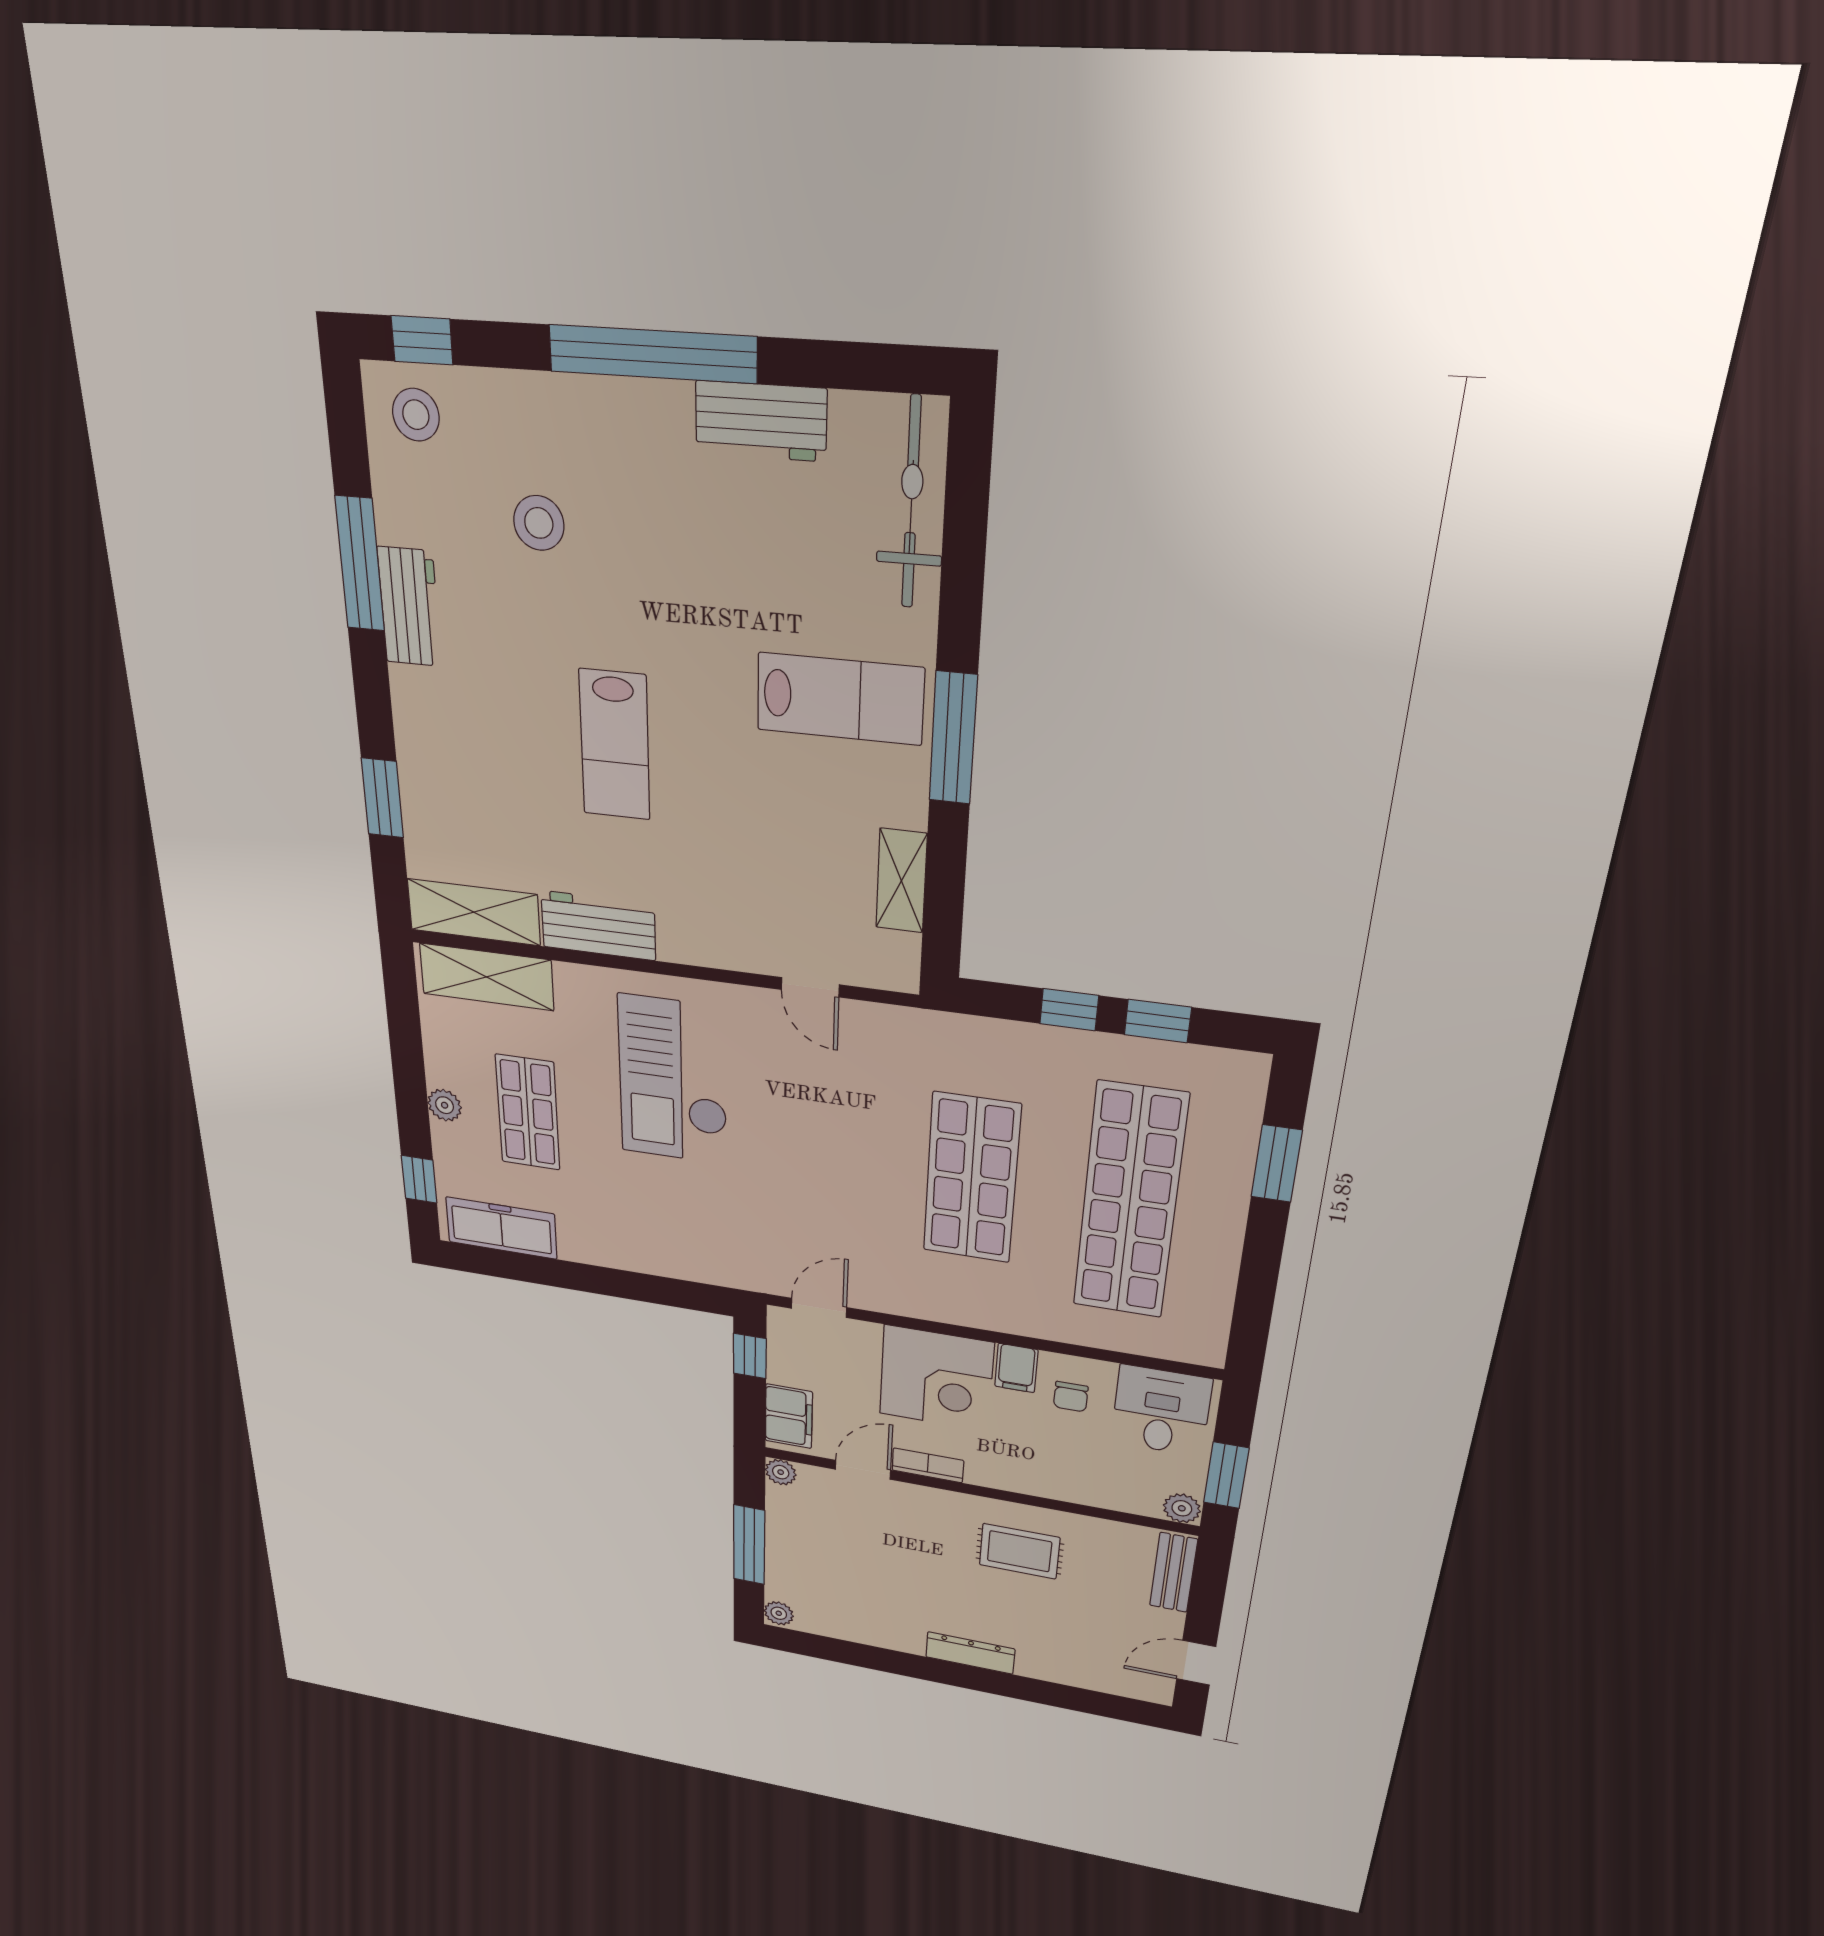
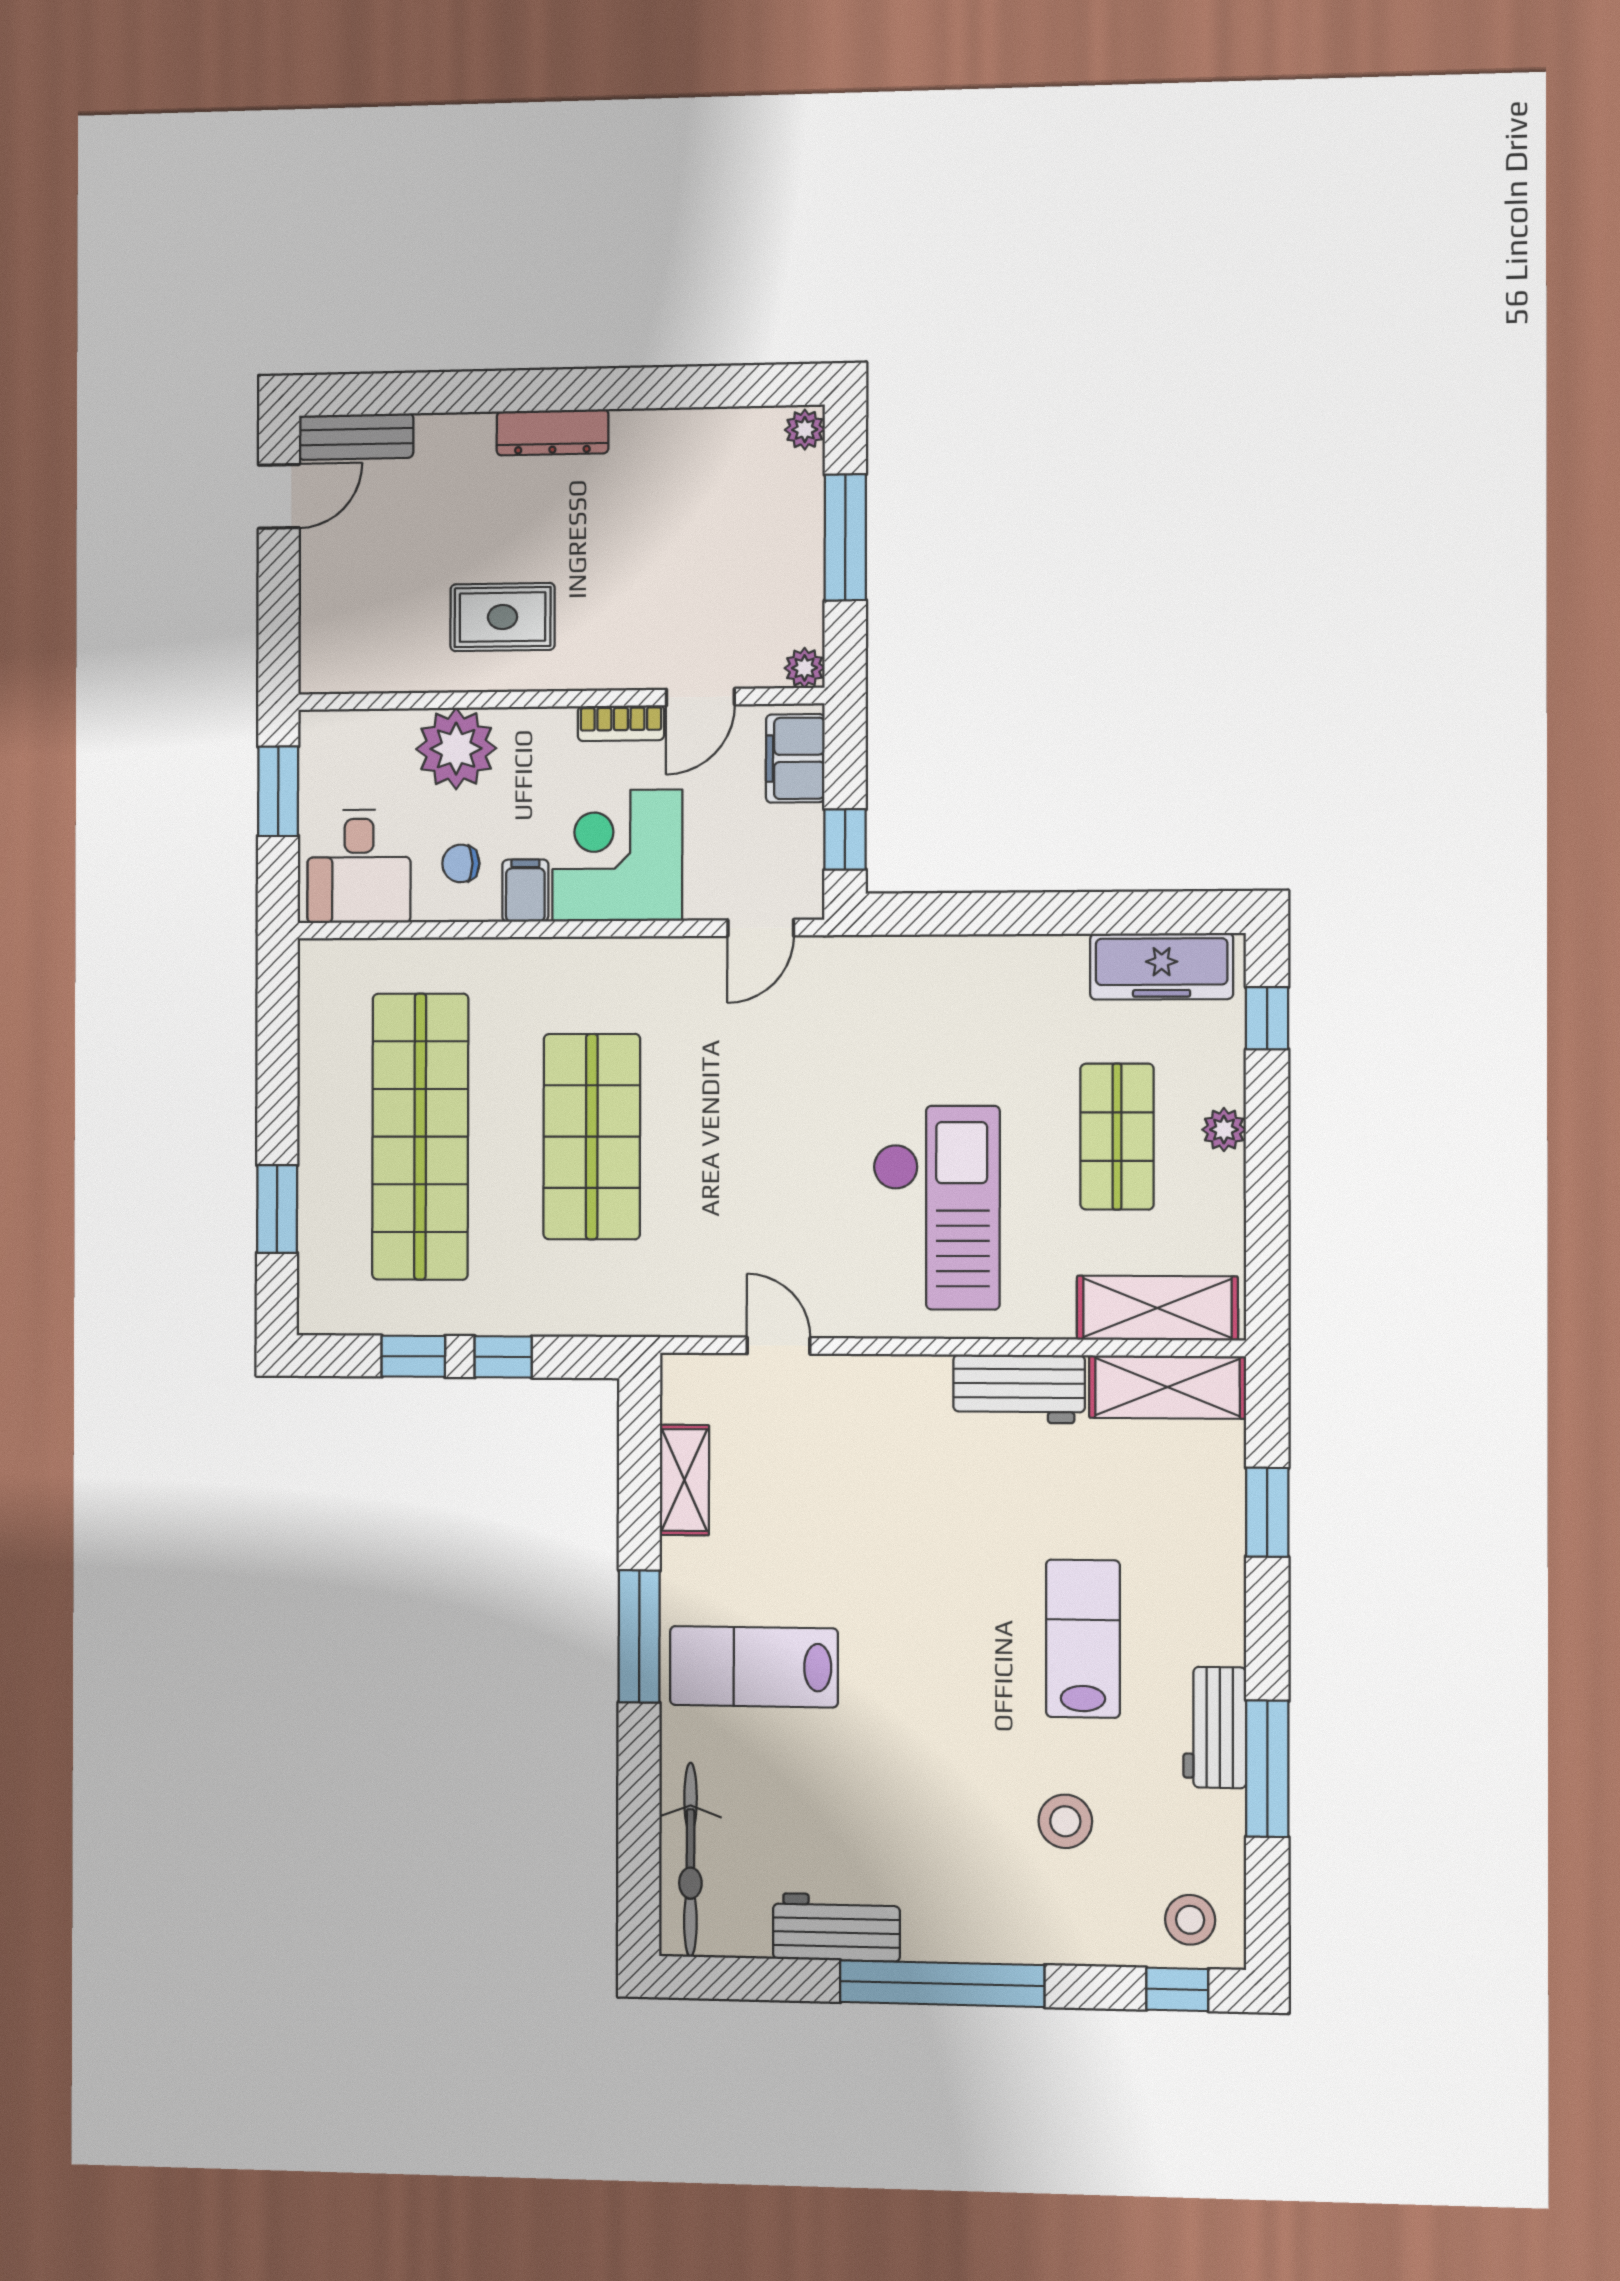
lab bench: (615, 745) -> (1083, 1639), moved
chair: (1071, 1397) -> (461, 863), turned -90
plant: (1182, 1508) -> (456, 749), moved, width x1.88, depth x1.88
bench: (1173, 1572) -> (356, 437), moved, turned 90

